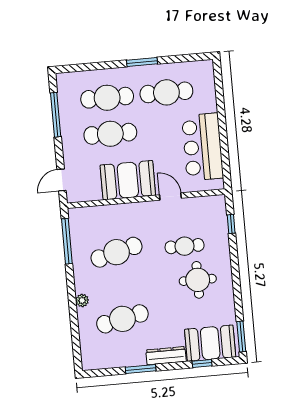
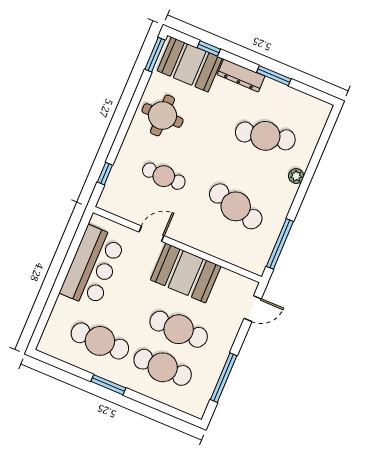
door: (170, 196) -> (152, 234), swing flipped
cafe table: (117, 252) -> (236, 206), turned 30
round table: (198, 280) -> (163, 115), moved

